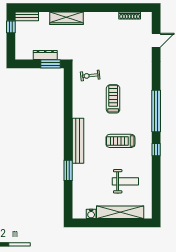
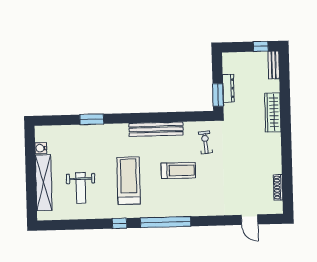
bench: (78, 141) -> (156, 129), moved
treadmill: (120, 141) -> (129, 181), width x1.37, depth x1.38

